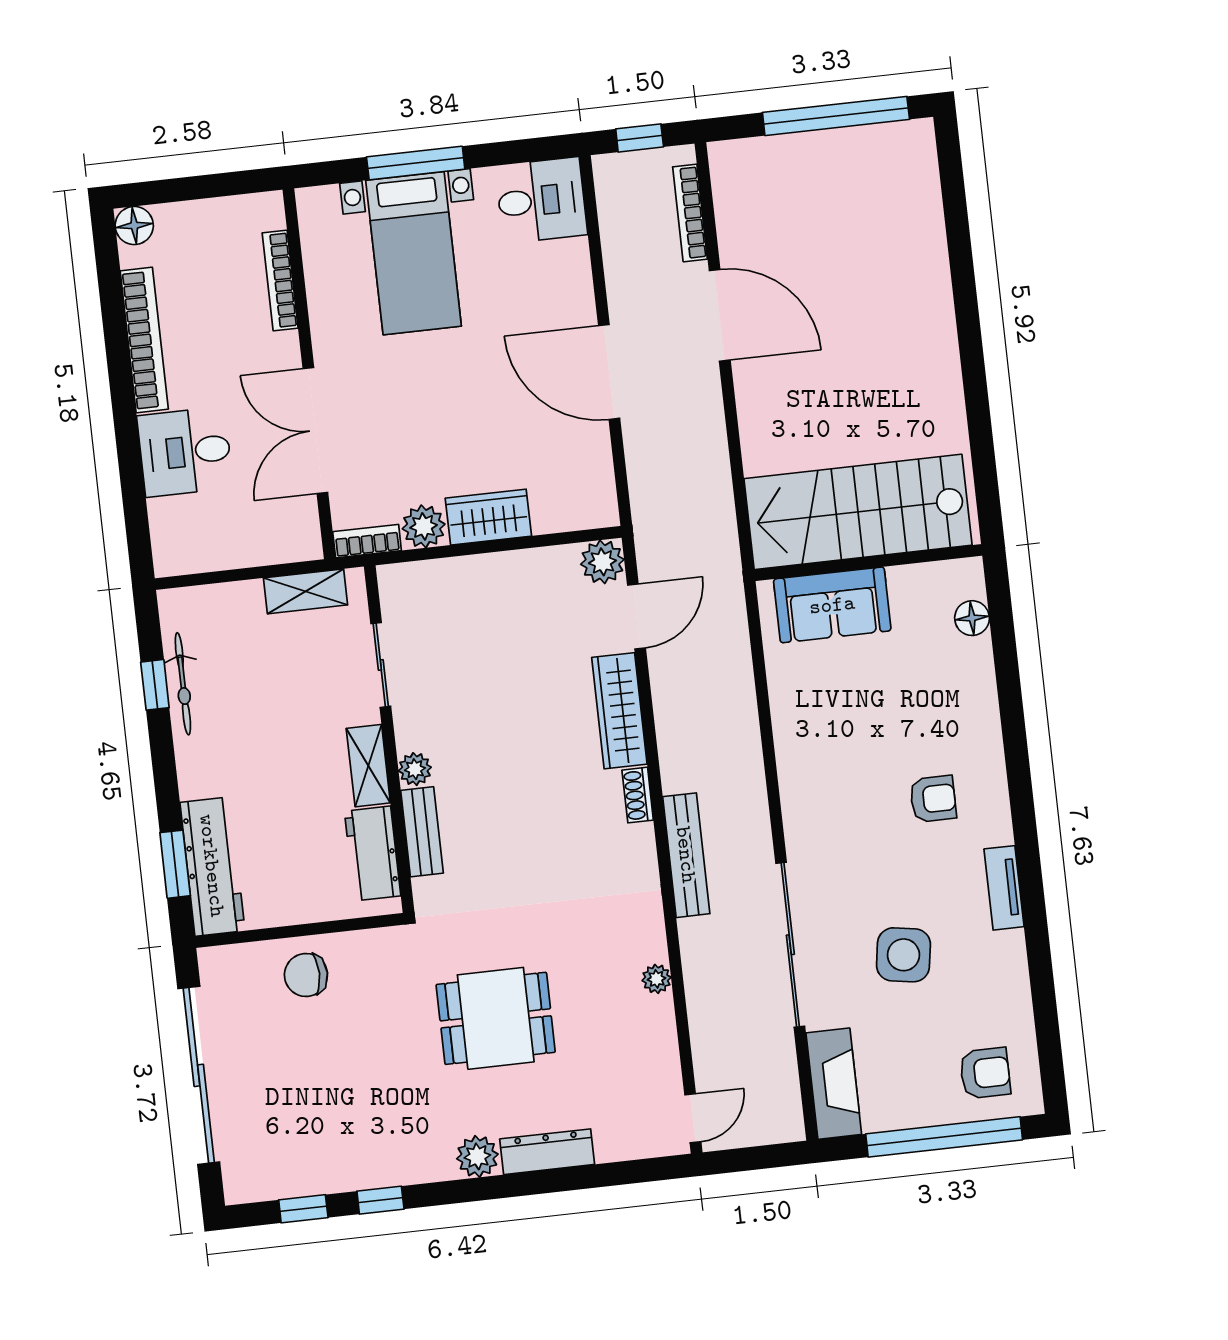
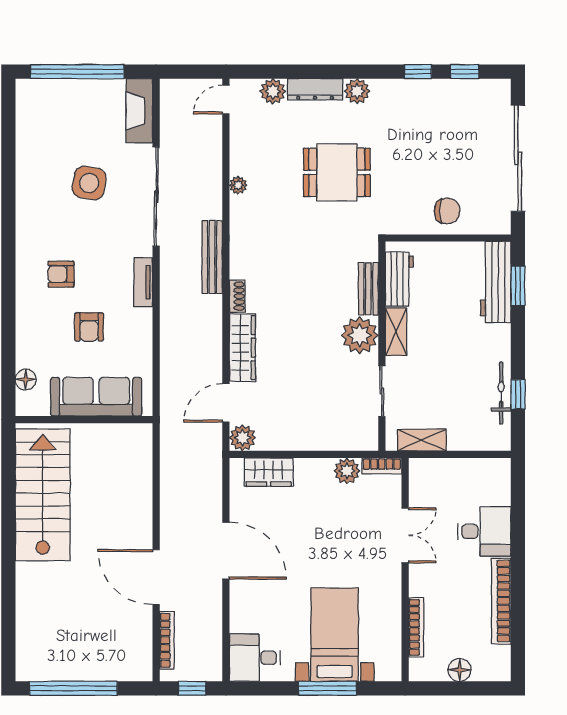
floor lamp: (134, 226) -> (460, 670), moved
double door: (315, 431) -> (405, 535), width x0.73
stairs: (858, 512) -> (43, 495), moved, turned -90
wardrobe: (488, 517) -> (269, 472), moved
sofa: (832, 605) -> (96, 397), width x1.36
plant: (415, 769) -> (360, 335), width x1.87, depth x1.87
tv unit: (1004, 888) -> (143, 282), moved, turned 180
armchair: (985, 1073) -> (89, 327), moved, turned -90
plant: (616, 1141) -> (273, 91), added

